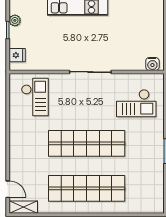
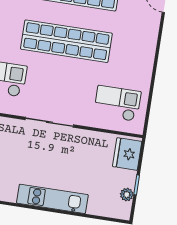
fridge: (17, 55) -> (127, 154), width x1.88, depth x1.34
checkout: (35, 97) -> (117, 103), turned 90

